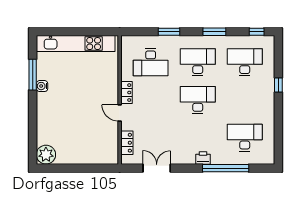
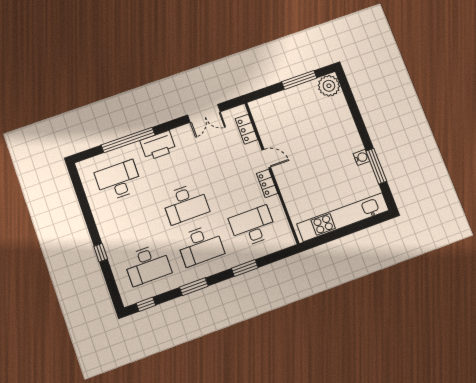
desk: (245, 138) -> (118, 181), turned 180
printer: (203, 158) -> (158, 146), width x1.87, depth x1.48
window: (69, 168) -> (299, 80), added

